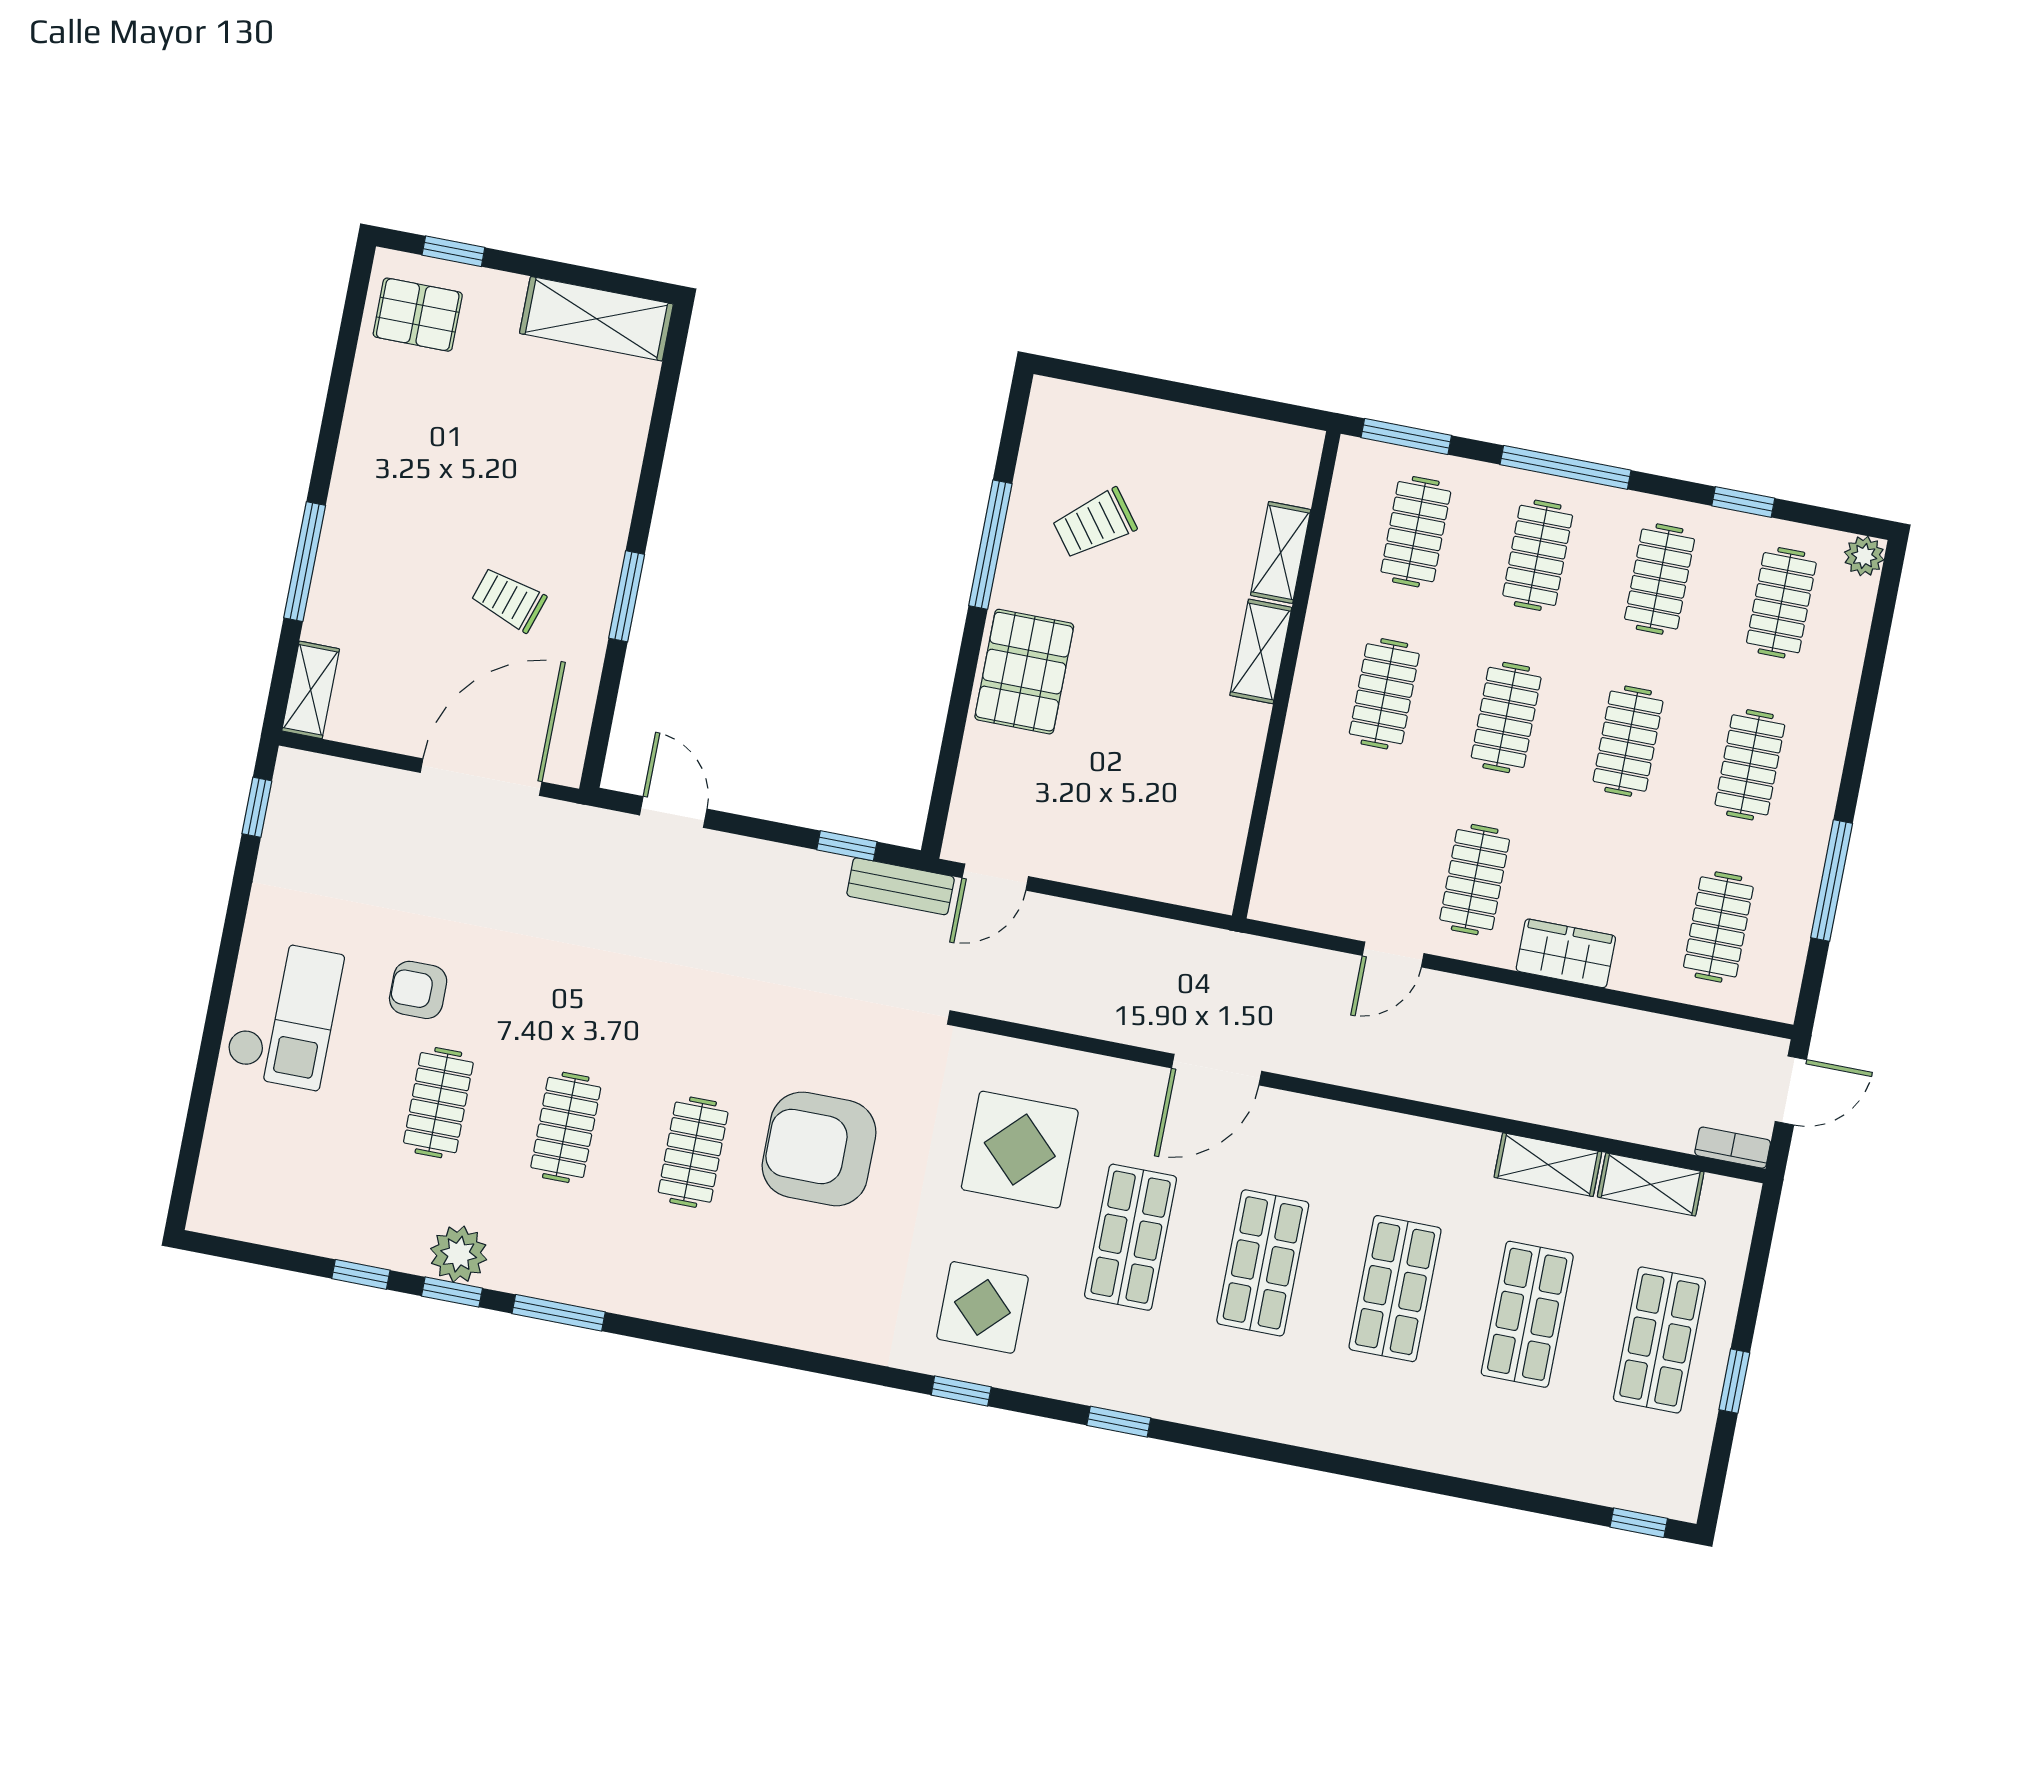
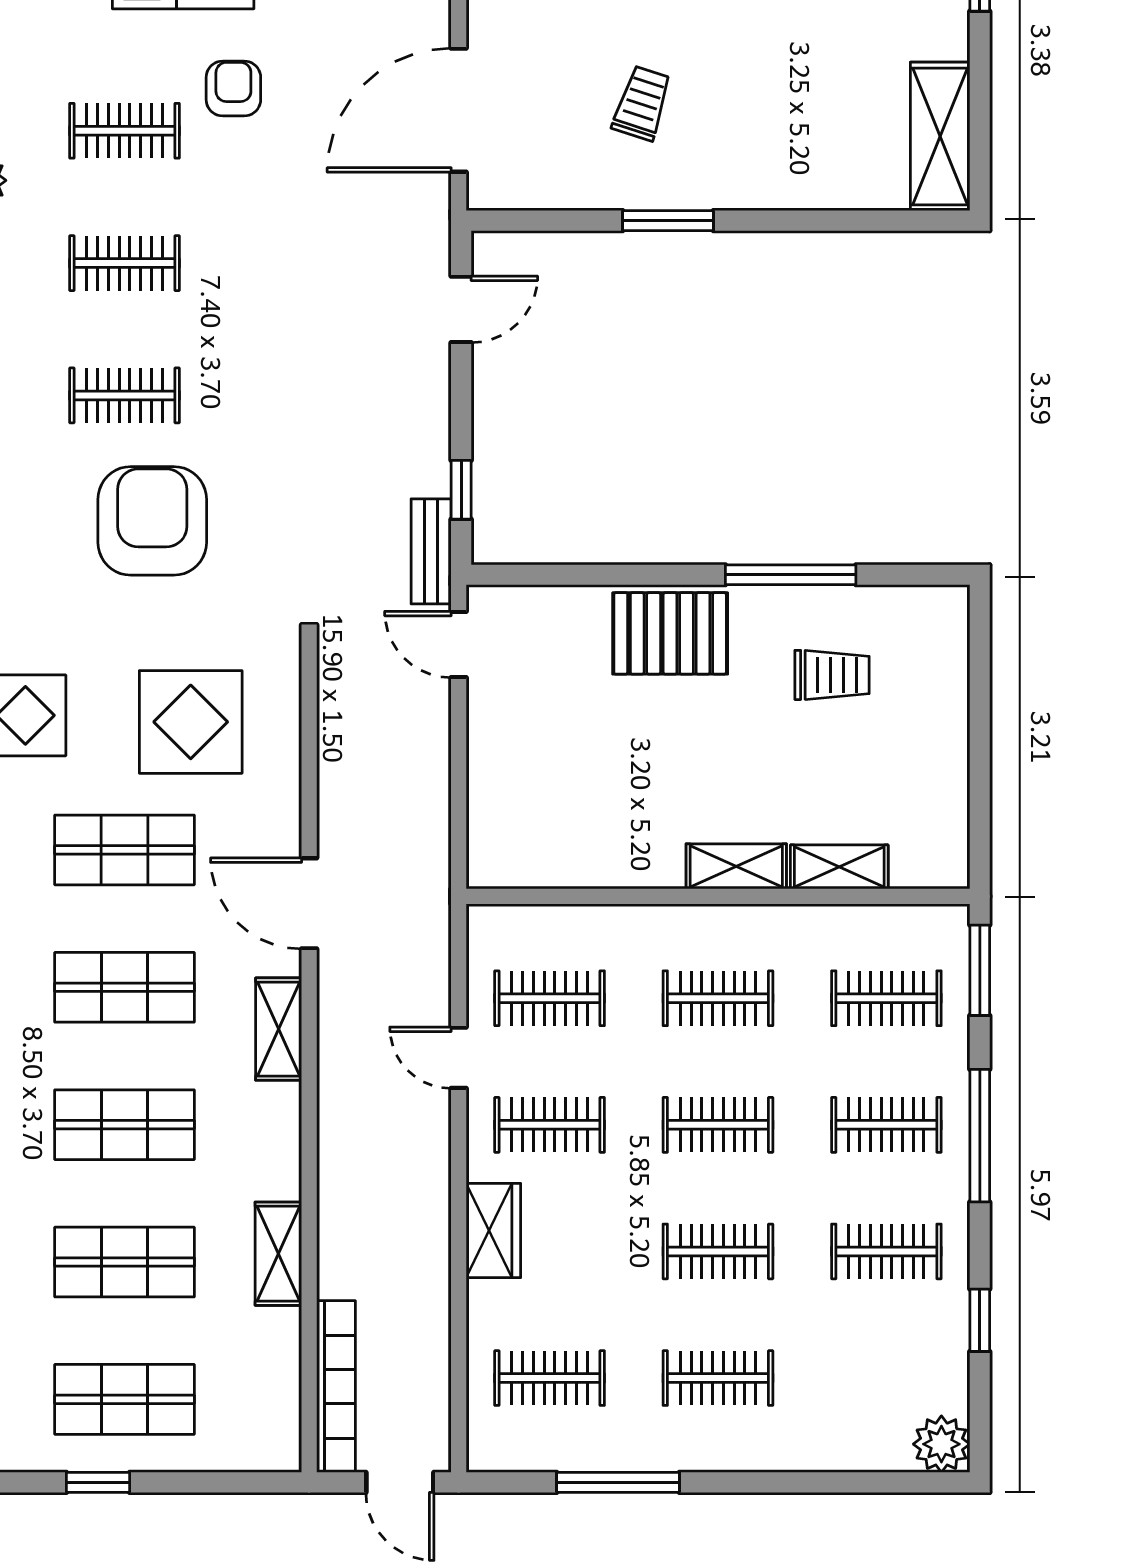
trolley: (1095, 524) -> (832, 675), turned 127
plant: (1864, 556) -> (941, 1444), width x1.38, depth x1.38
clothes rail: (1781, 603) -> (550, 998), moved
door: (481, 777) -> (459, 110), swing flipped
bookcase: (1733, 1148) -> (336, 1387), width x2.31, depth x1.31
shelving: (1651, 1184) -> (279, 1029), moved

